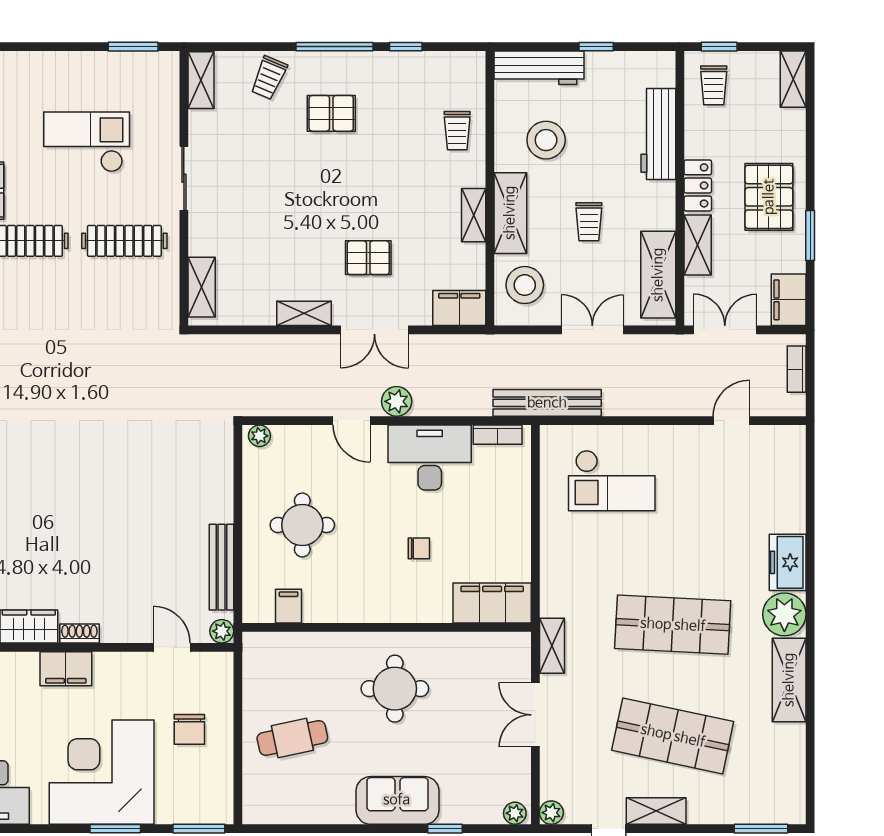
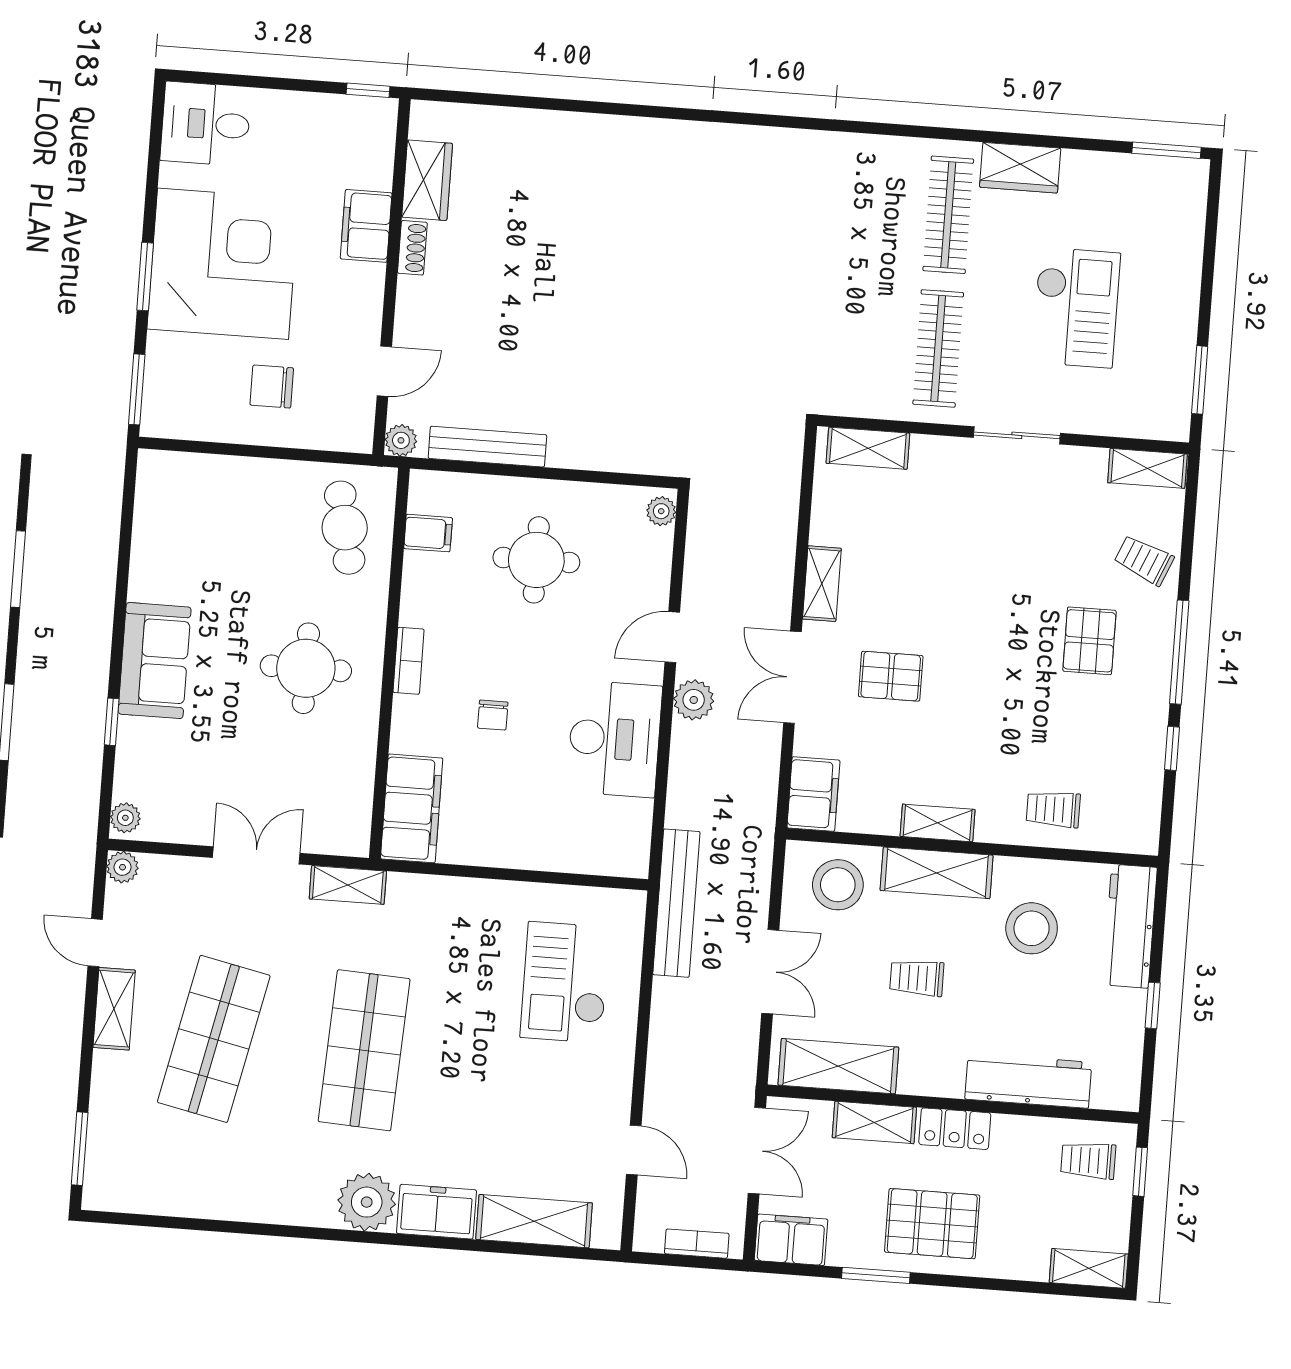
pallet: (368, 258) -> (891, 676), turned 90
bookcase: (498, 435) -> (408, 661), moved, turned 180
shelving: (789, 680) -> (534, 1221), moved
cafe table: (292, 738) -> (345, 528), moved

